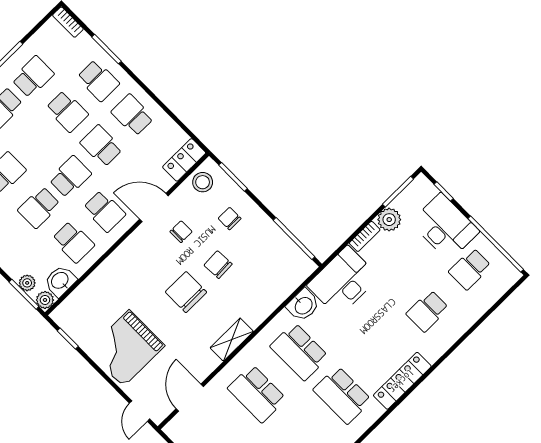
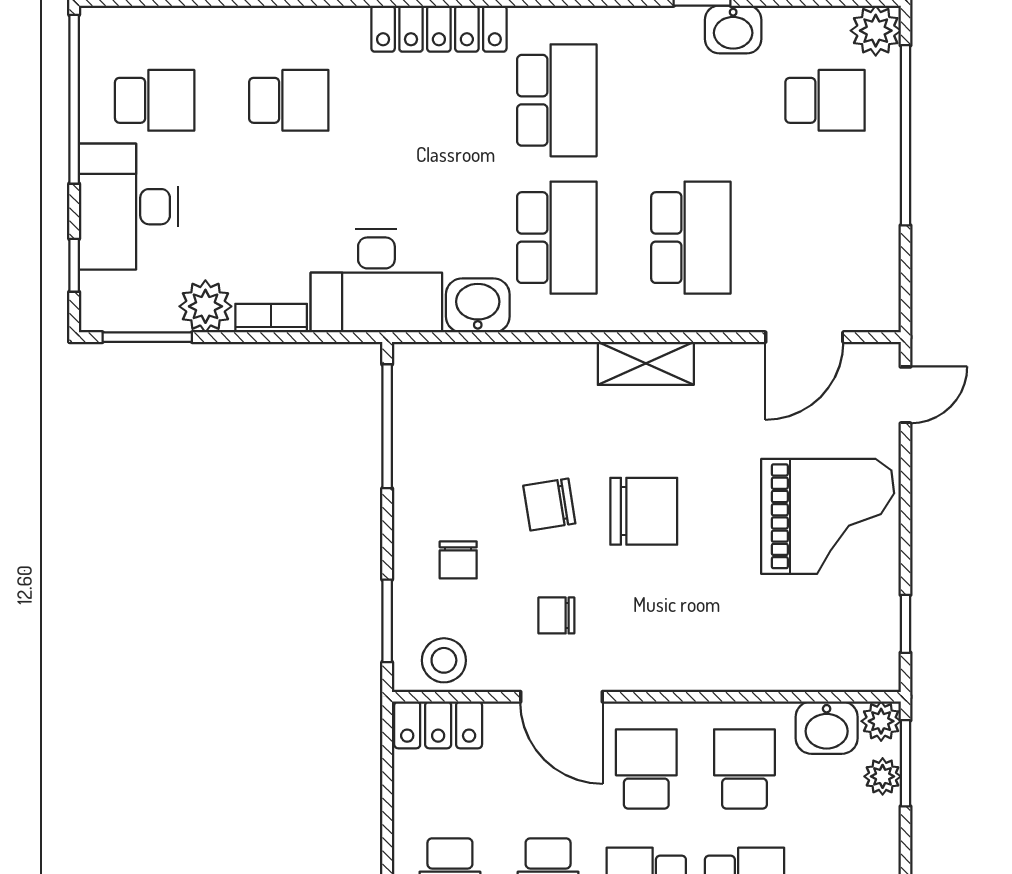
chair: (218, 265) -> (549, 504), turned 84
chair: (186, 292) -> (644, 511), turned -90

